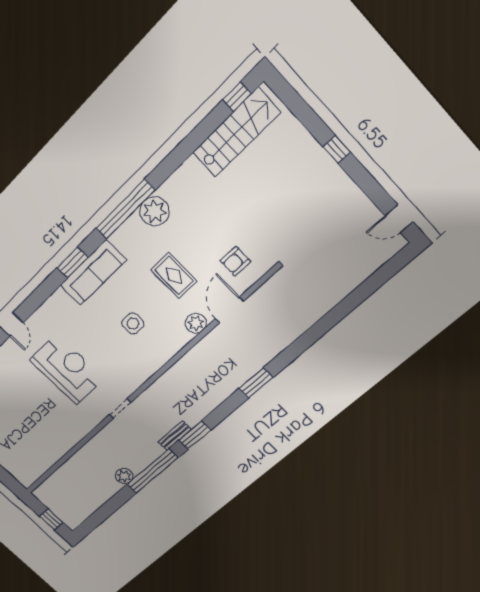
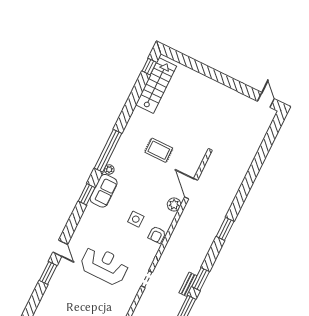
window: (337, 150) -> (215, 75), removed
plant: (155, 211) -> (109, 169), moved, width x0.53, depth x0.53
door: (399, 219) -> (266, 100), swing flipped
armchair: (235, 261) -> (157, 235), moved
sofa: (93, 273) -> (104, 191), width x0.73
rug: (174, 276) -> (159, 150), moved

